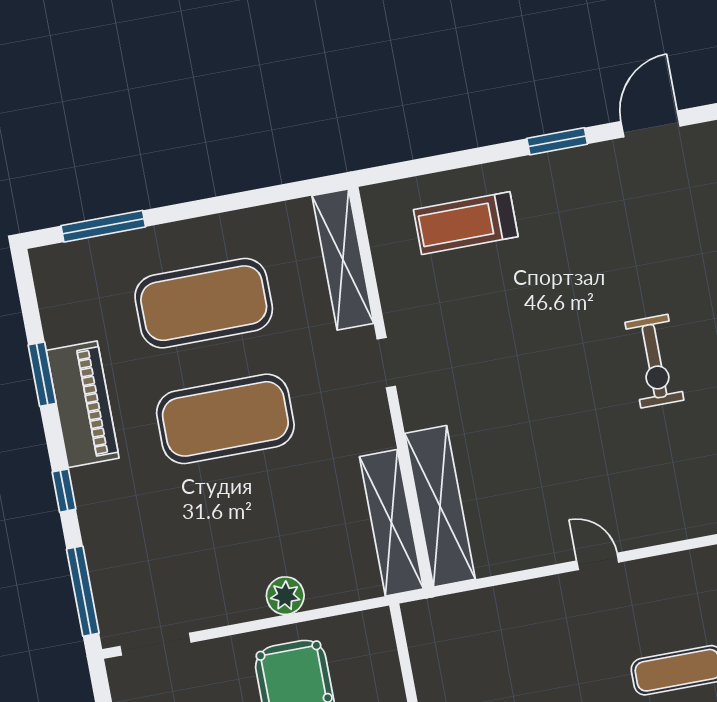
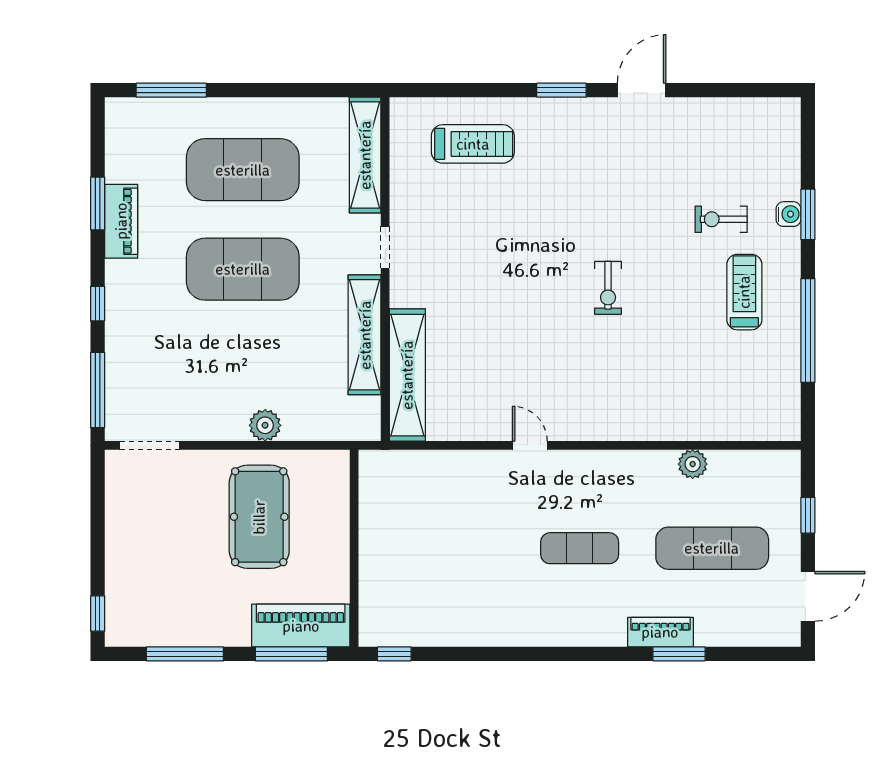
treadmill: (466, 223) -> (473, 144), turned 180
exercise bike: (654, 361) -> (608, 288), width x0.73, depth x0.72
piano: (83, 404) -> (121, 221), width x0.73, depth x0.75
shelving: (391, 523) -> (365, 335), moved

